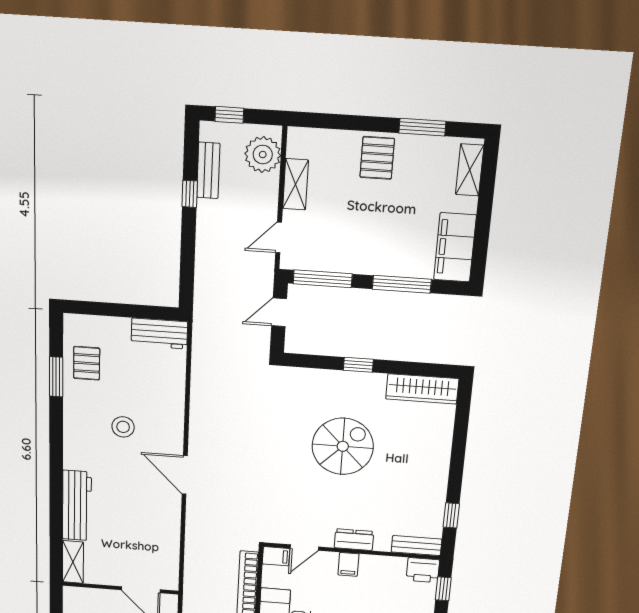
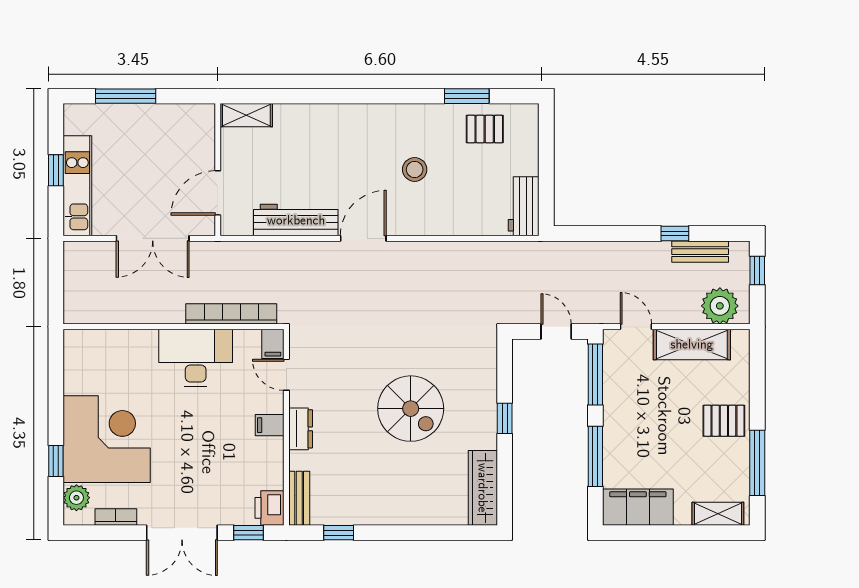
window: (422, 127) -> (757, 463), width x1.44
shelving: (296, 184) -> (692, 344), width x1.50, depth x1.33
workbench: (77, 506) -> (296, 220), moved, turned 180

